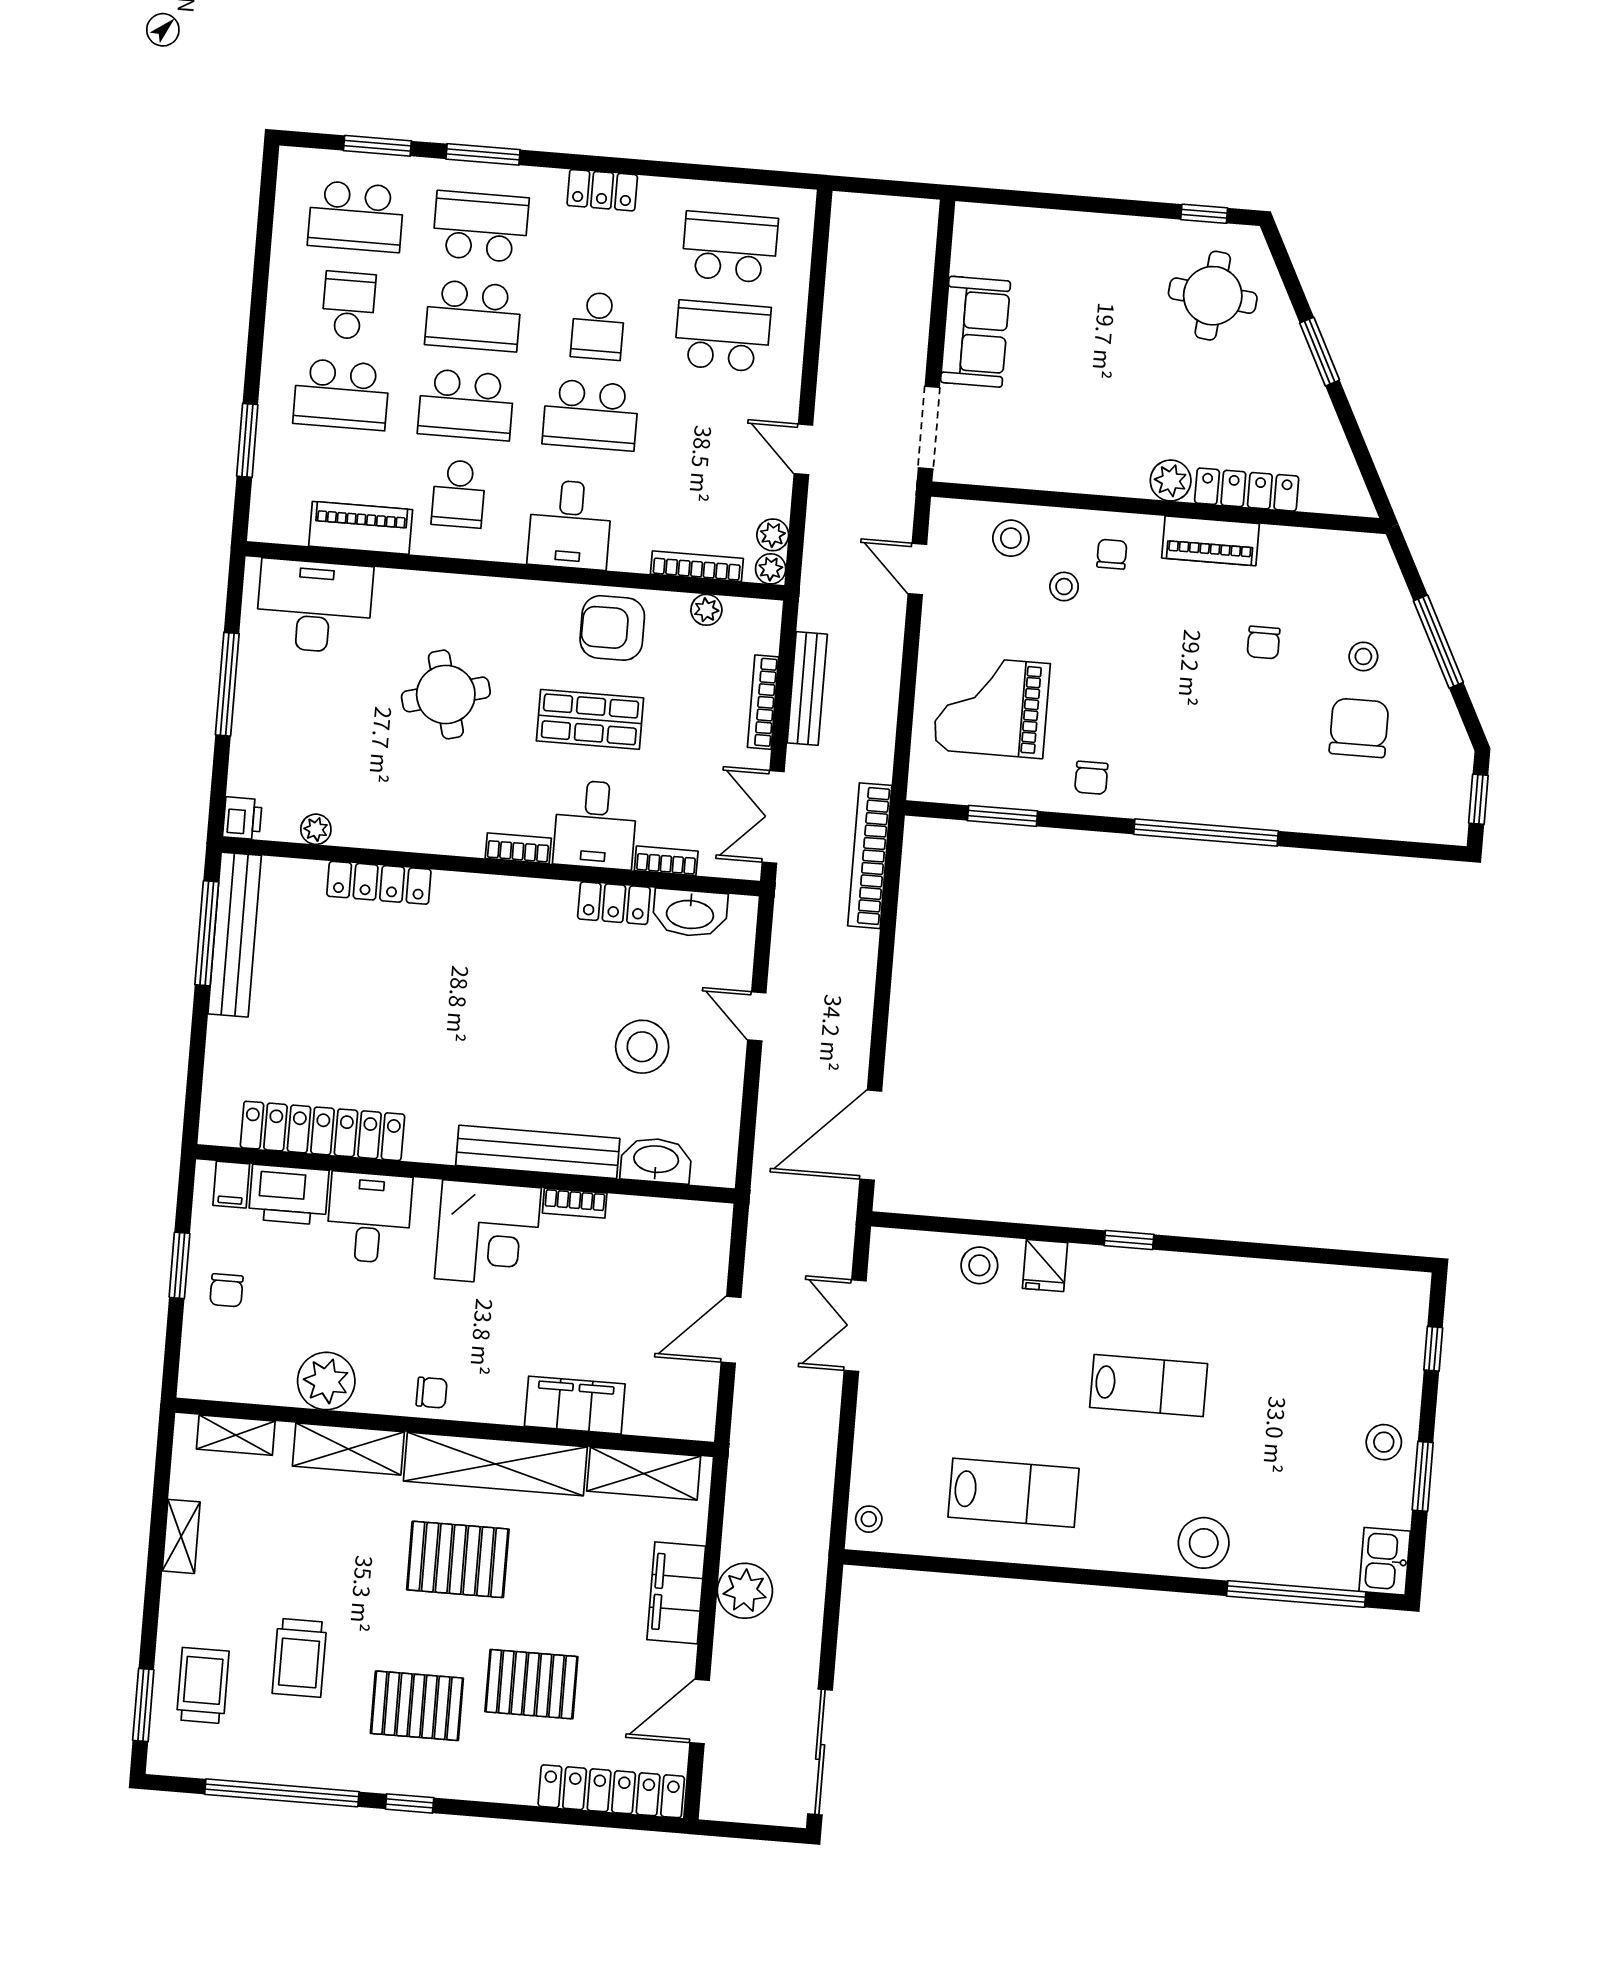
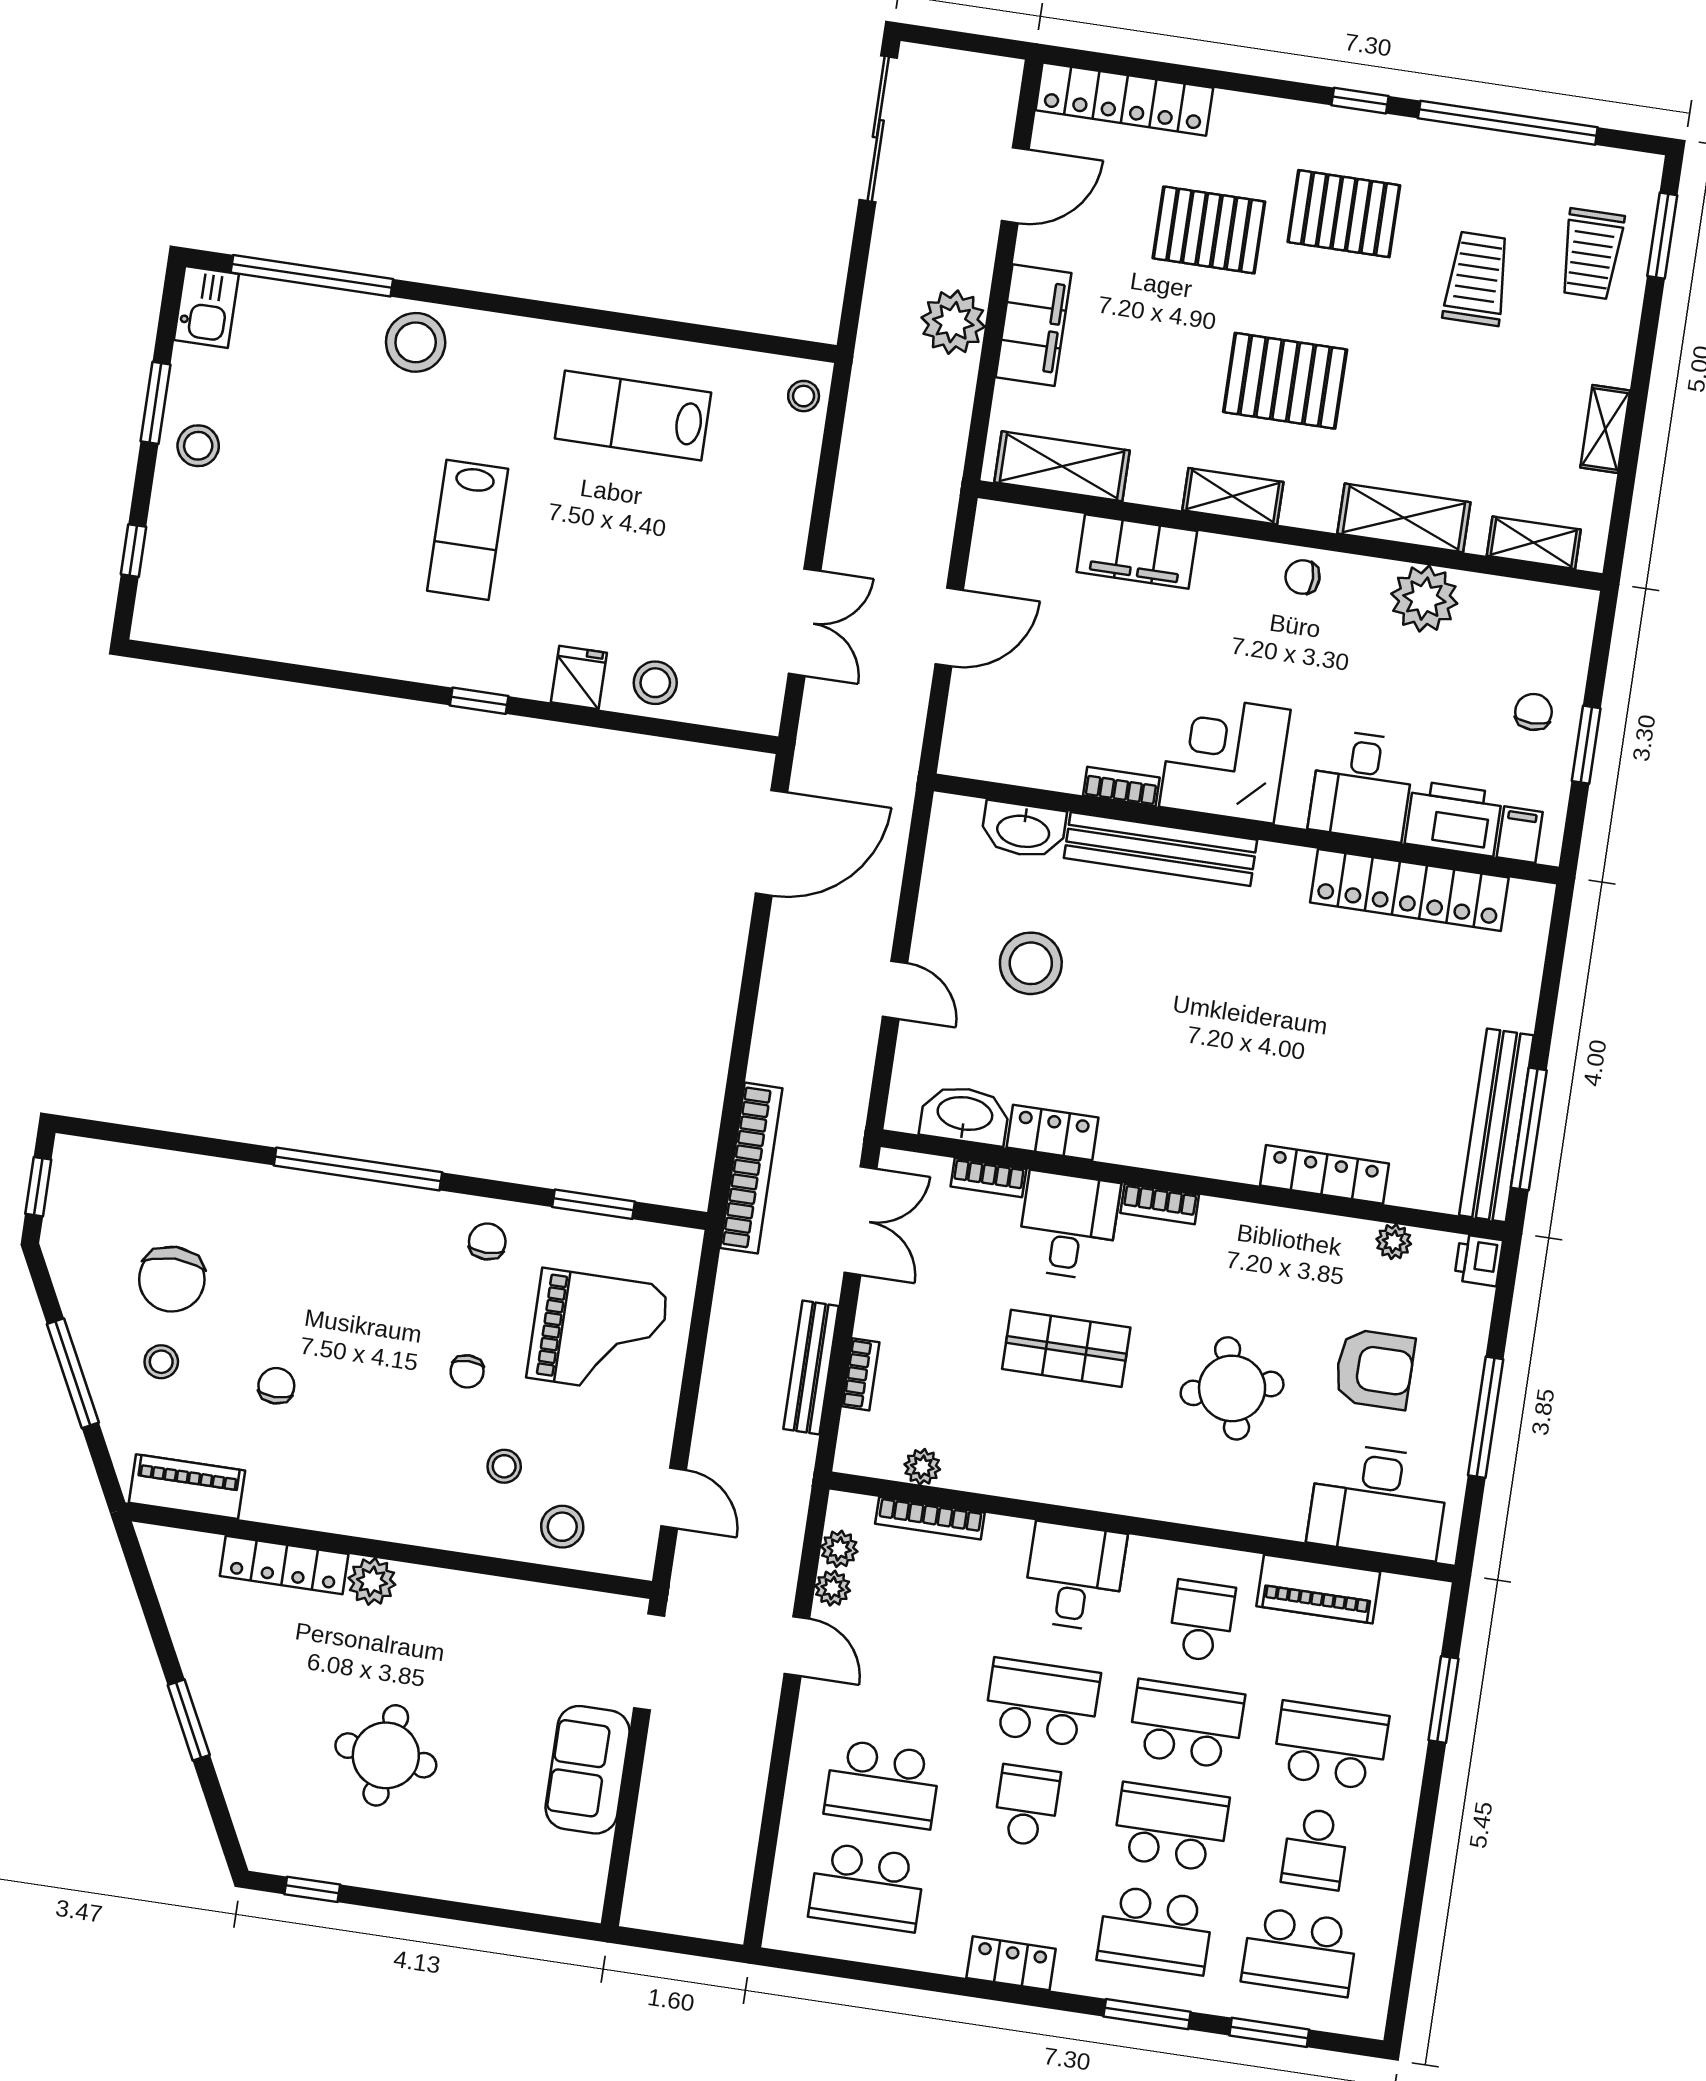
school desk: (356, 216) -> (1300, 1952), turned 180
round table: (1213, 296) -> (386, 1755), moved
piano: (1211, 541) -> (187, 1487), moved
chair: (1112, 554) -> (467, 1371), moved
plant: (771, 569) -> (833, 1588), moved
armchair: (612, 628) -> (1374, 1369), moved
bookcase: (763, 702) -> (861, 1374), width x0.64
lab bench: (1149, 1386) -> (468, 530), turned -90
shelving: (495, 1464) -> (1233, 496), width x0.45, depth x0.75

